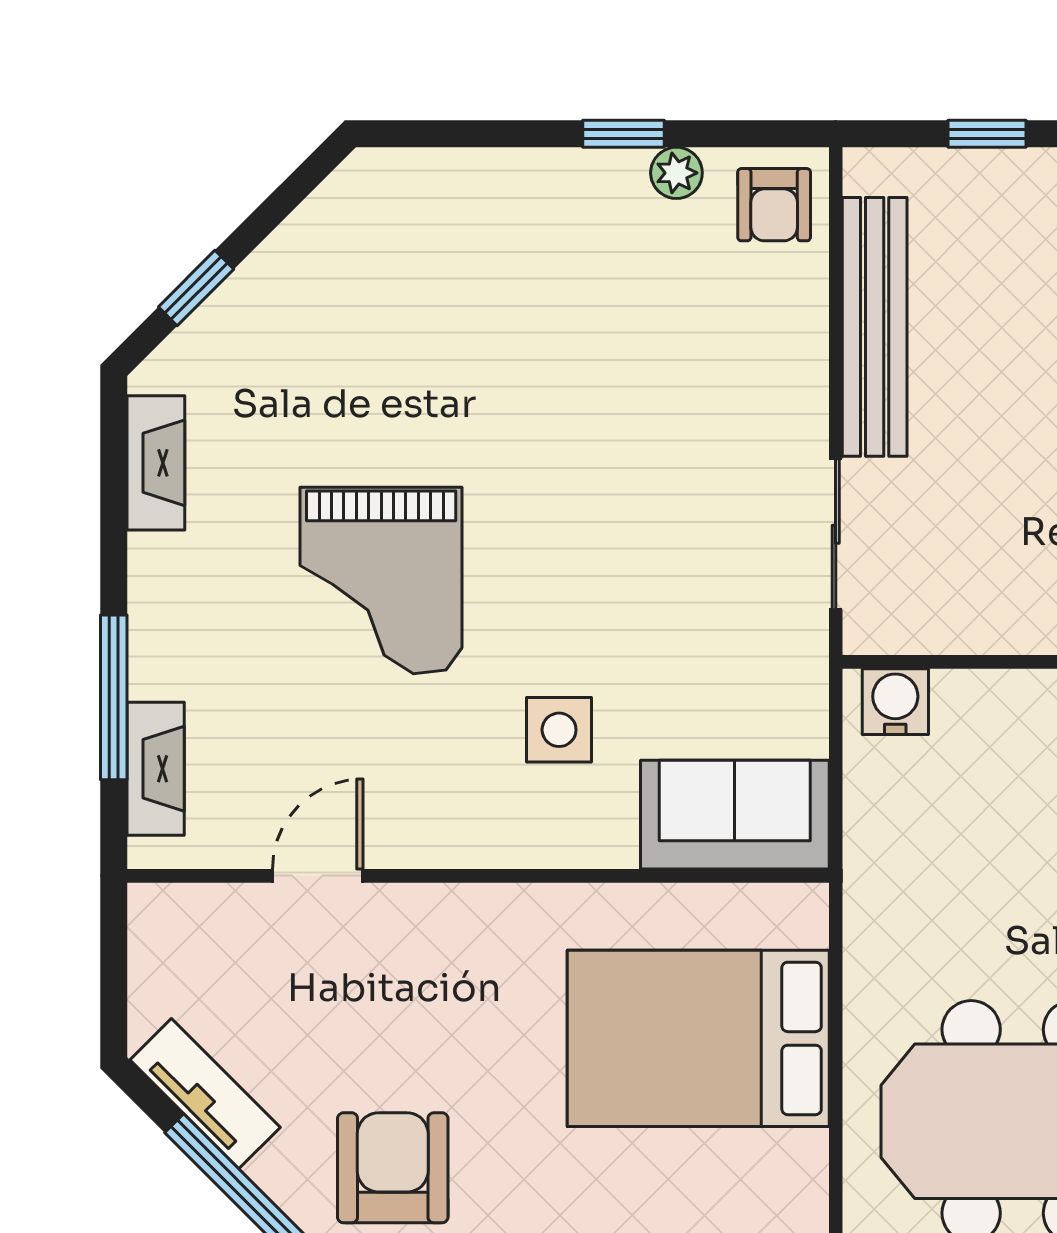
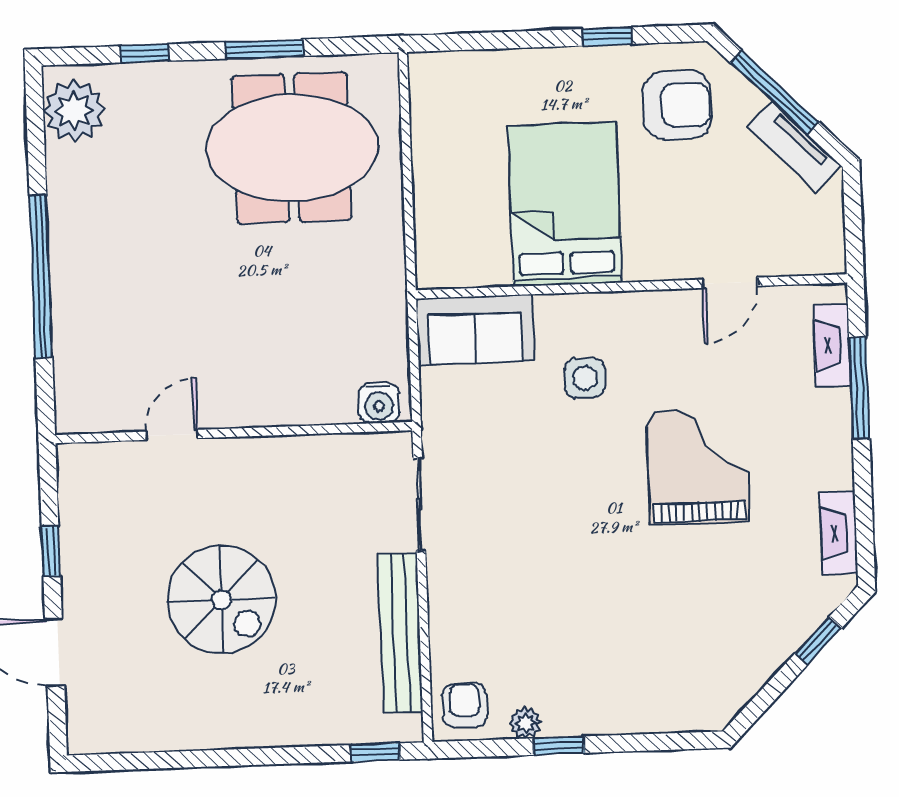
window: (987, 134) -> (375, 752), moved
bed: (698, 1038) -> (565, 204), moved, turned -90
armchair: (393, 1168) -> (677, 105), turned -90

